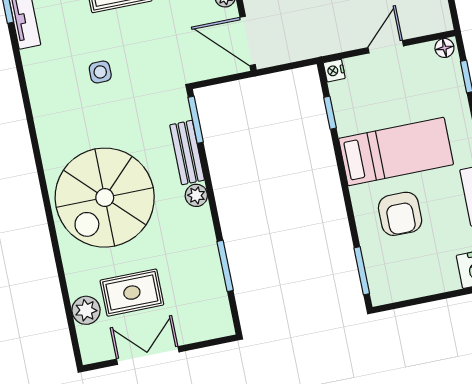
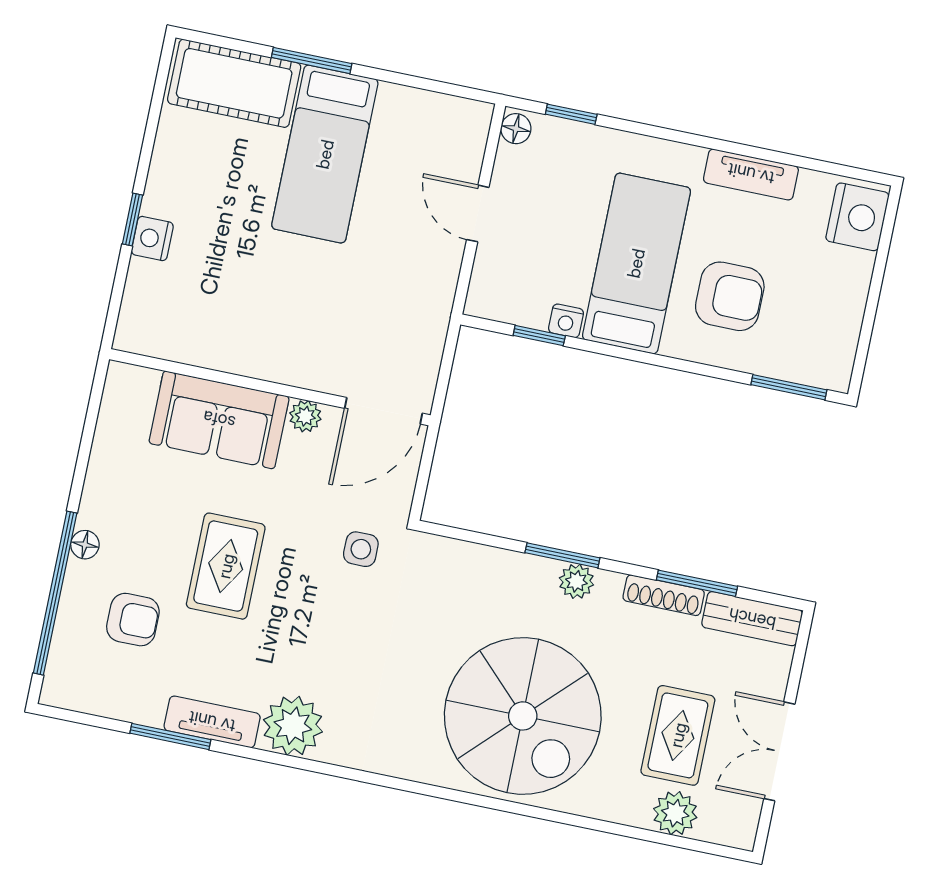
plant: (42, 66) -> (293, 726), added
nightstand: (334, 71) -> (566, 321), moved
side table: (100, 72) -> (361, 549), moved
window: (196, 120) -> (562, 555), moved
bench: (187, 153) -> (752, 619), moved
shoe rack: (210, 249) -> (664, 595), added

